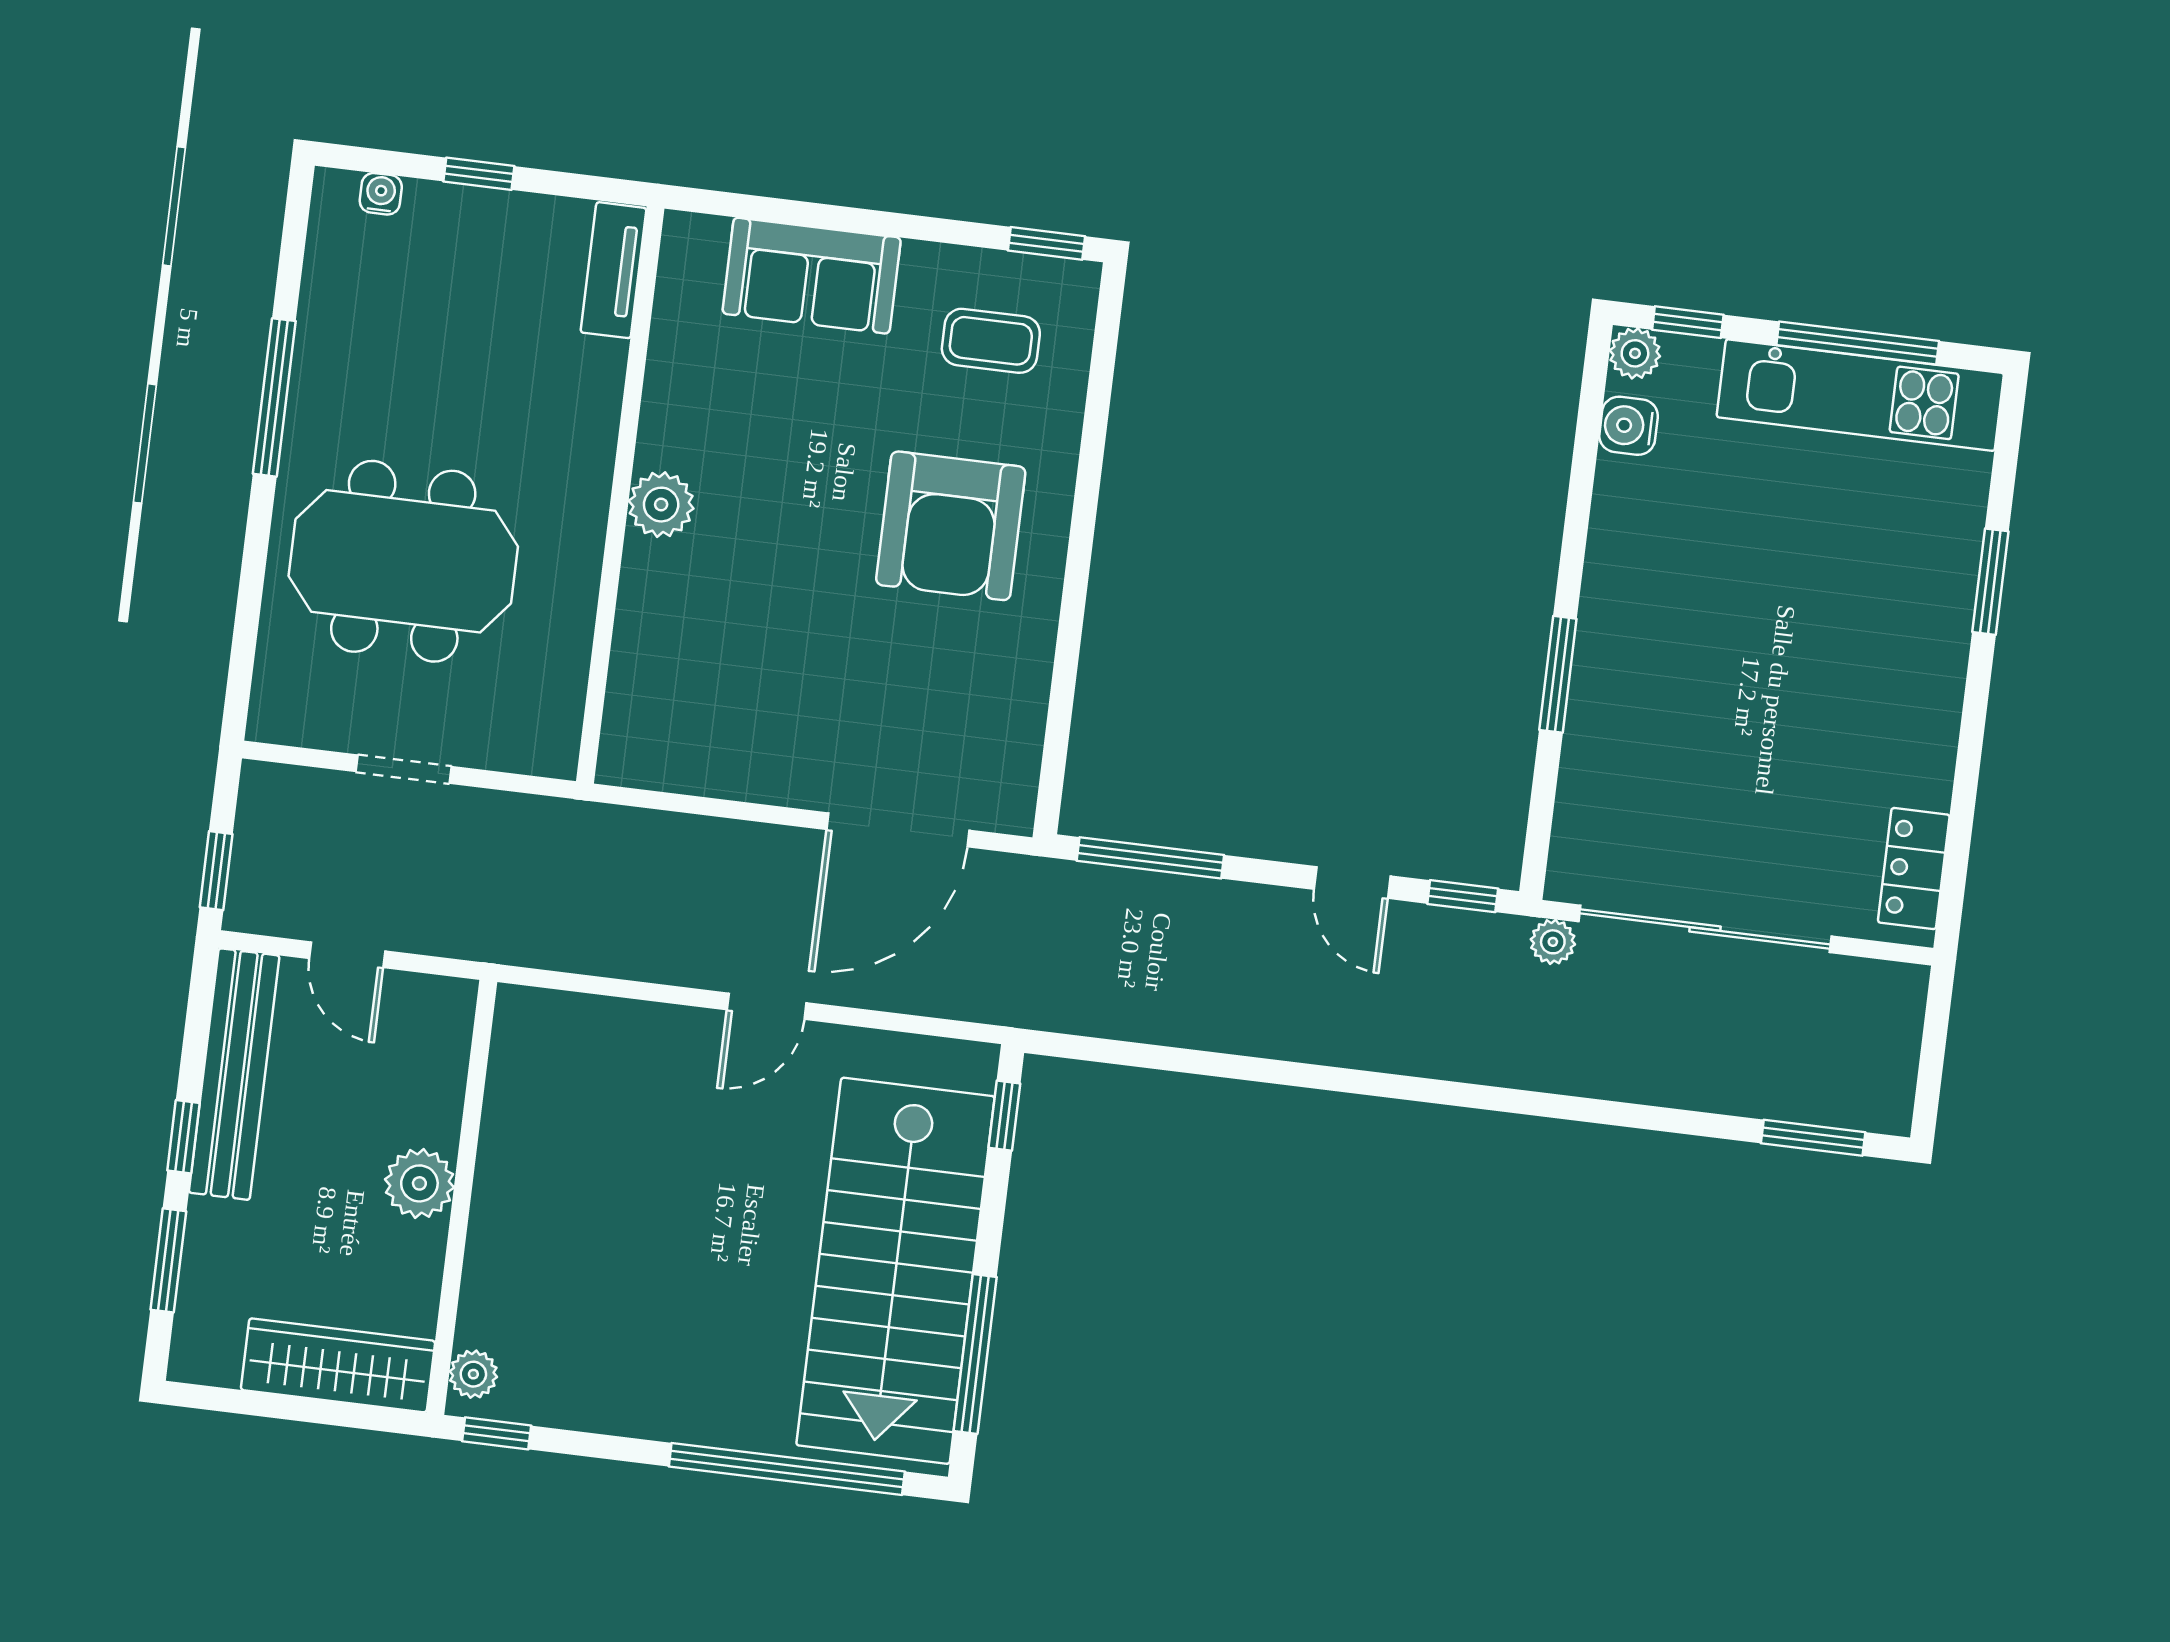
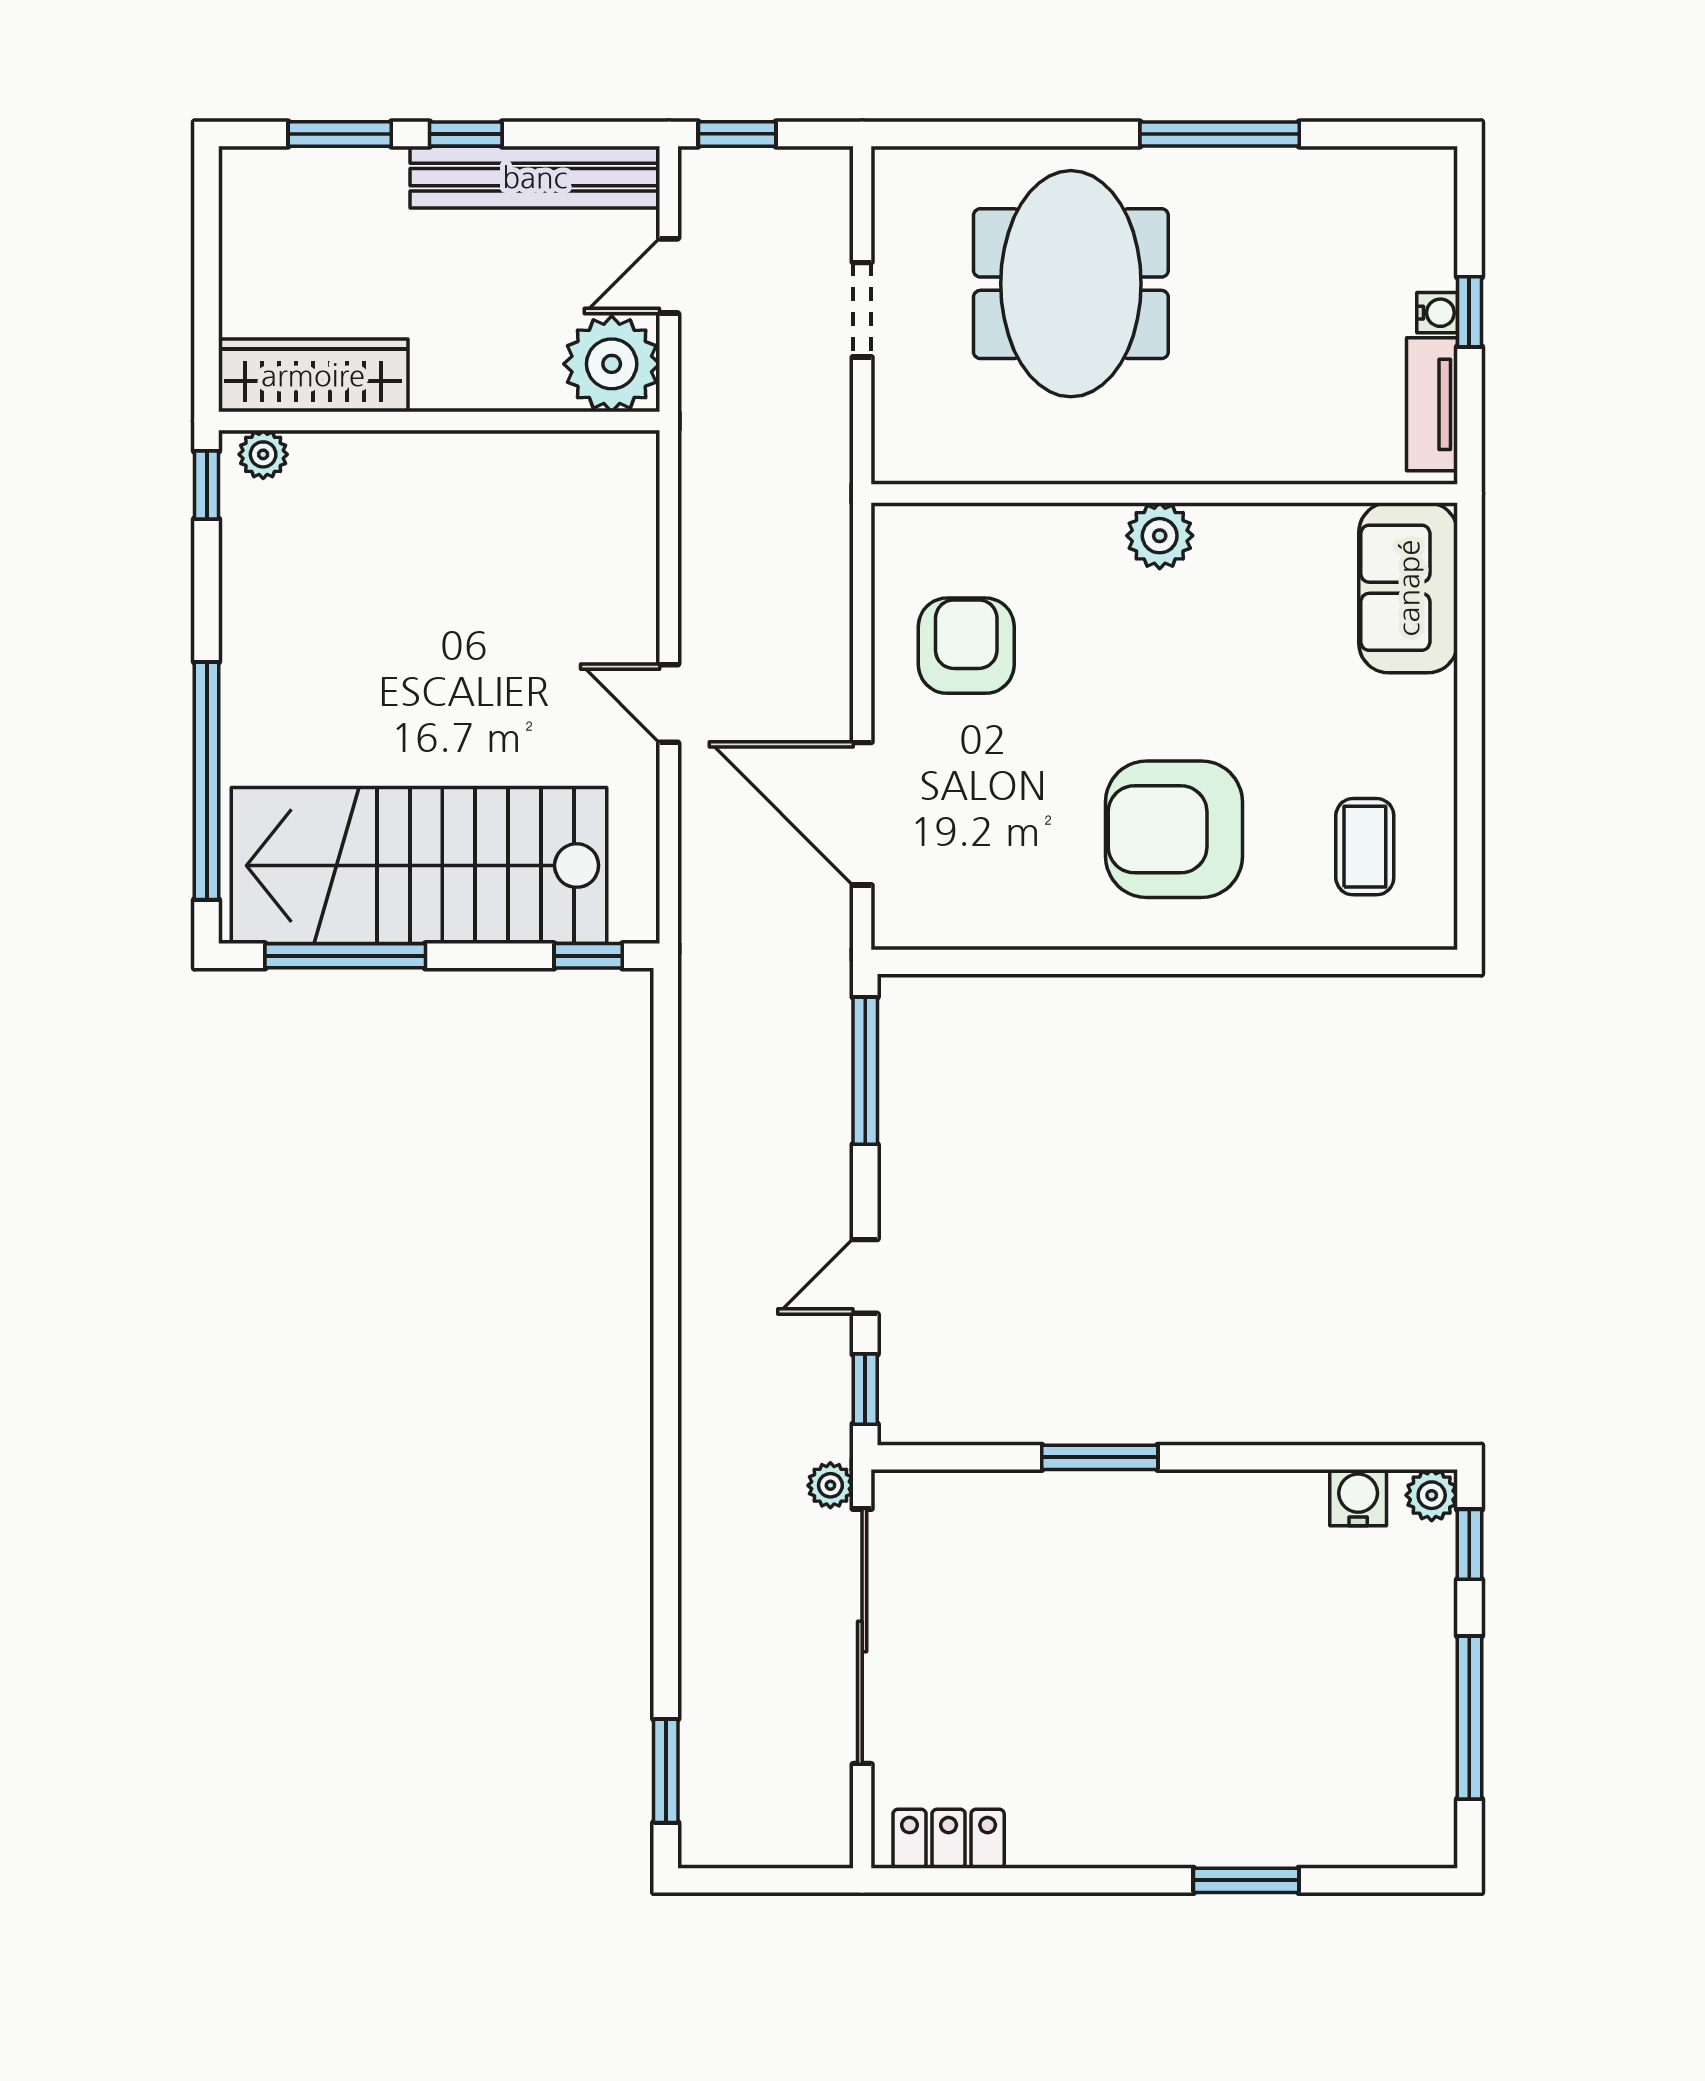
water cooler: (381, 194) -> (1437, 313), moved
window: (1046, 243) -> (1469, 891), removed
tv unit: (614, 270) -> (1432, 404), moved, turned -90
sofa: (812, 276) -> (1408, 588), moved
kitchen unit: (1860, 395) -> (1417, 1727), removed
armchair: (746, 708) -> (966, 646), added
plant: (419, 1183) -> (612, 364), moved, width x1.36, depth x1.36
wardrobe: (338, 1365) -> (313, 375), moved, turned -90

